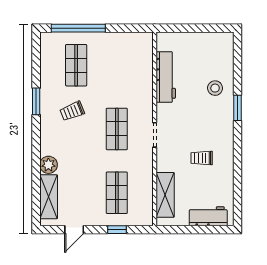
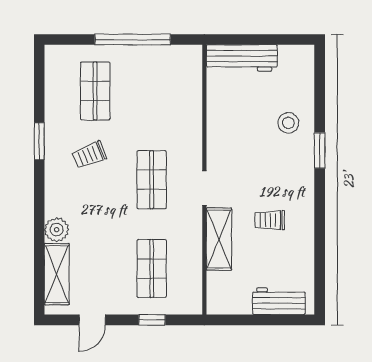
window: (78, 28) -> (133, 40), moved
workbench: (166, 77) -> (242, 58), moved, turned 90
shelving: (165, 195) -> (219, 239), moved

